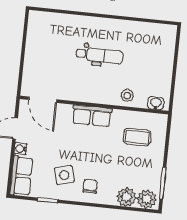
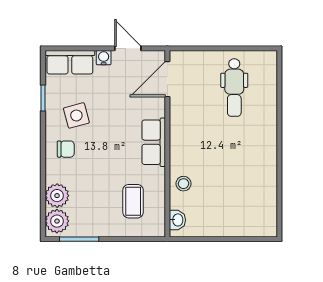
dental chair: (100, 55) -> (234, 88), moved

